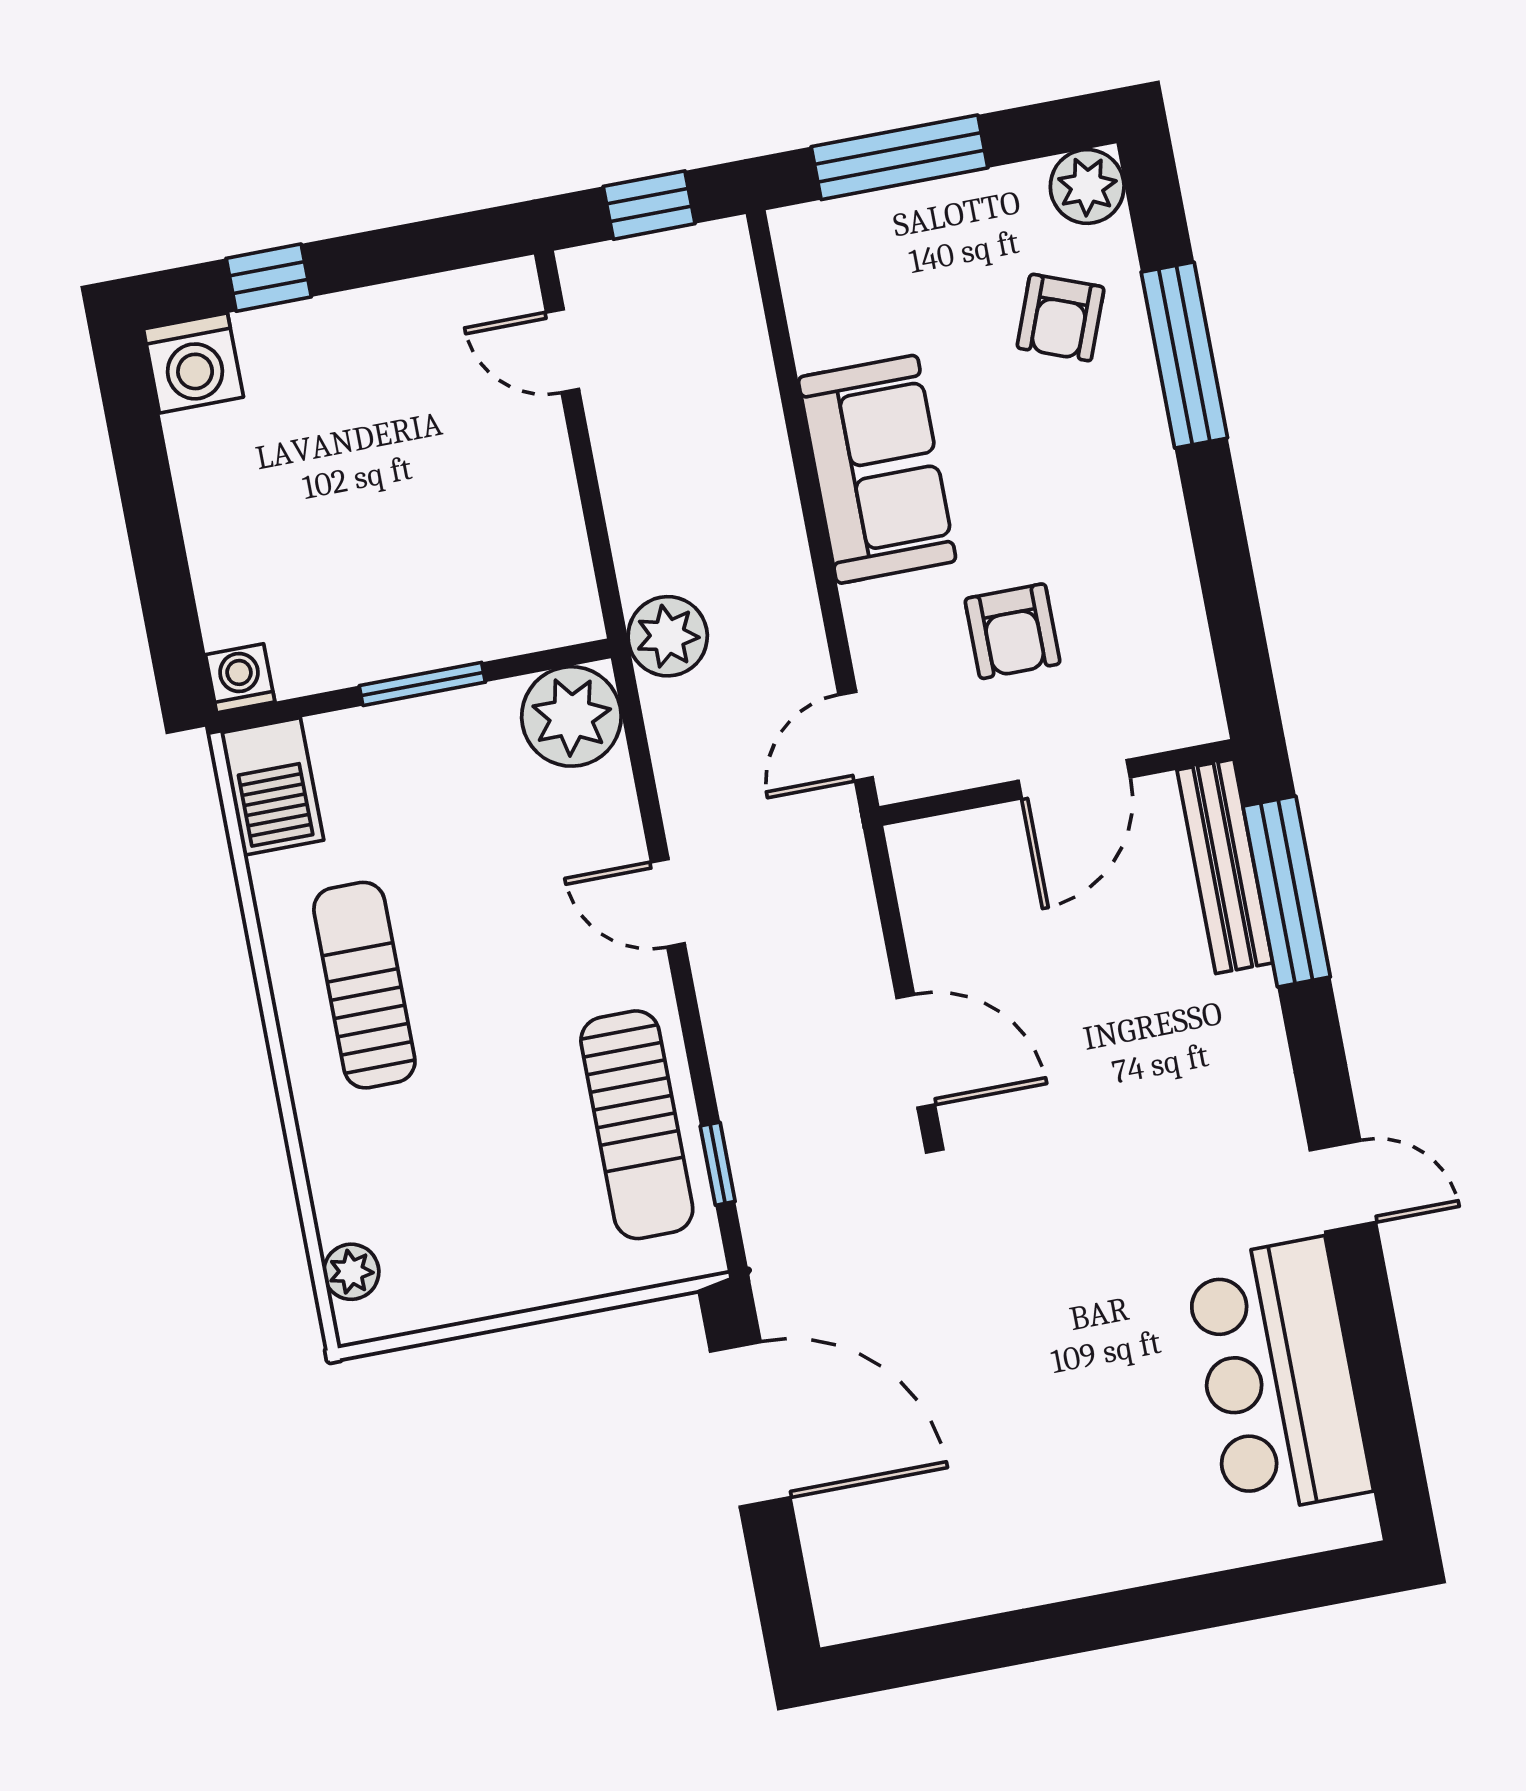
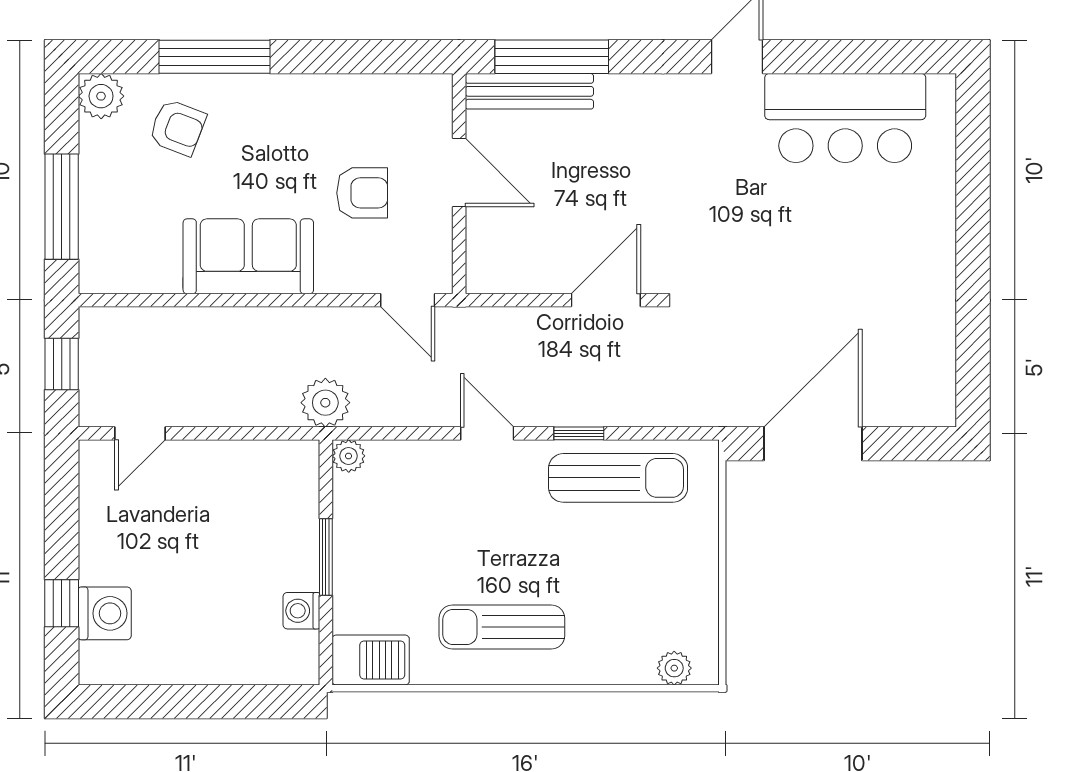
washing machine: (193, 363) -> (105, 613), moved
washing machine: (240, 678) -> (301, 611), moved
plant: (571, 716) -> (349, 456), width x0.53, depth x0.53
door: (668, 903) -> (487, 433), swing flipped
window: (718, 1164) -> (579, 433), moved

